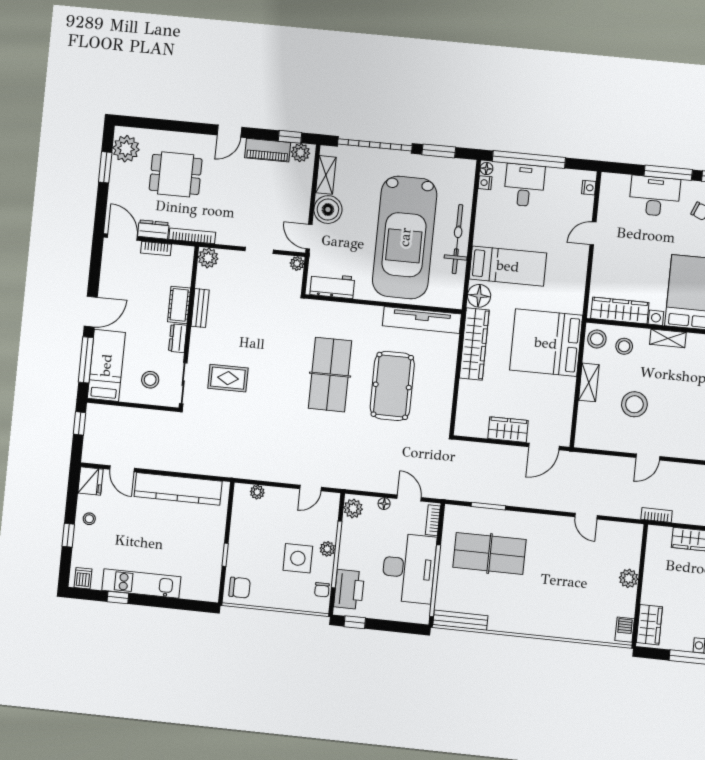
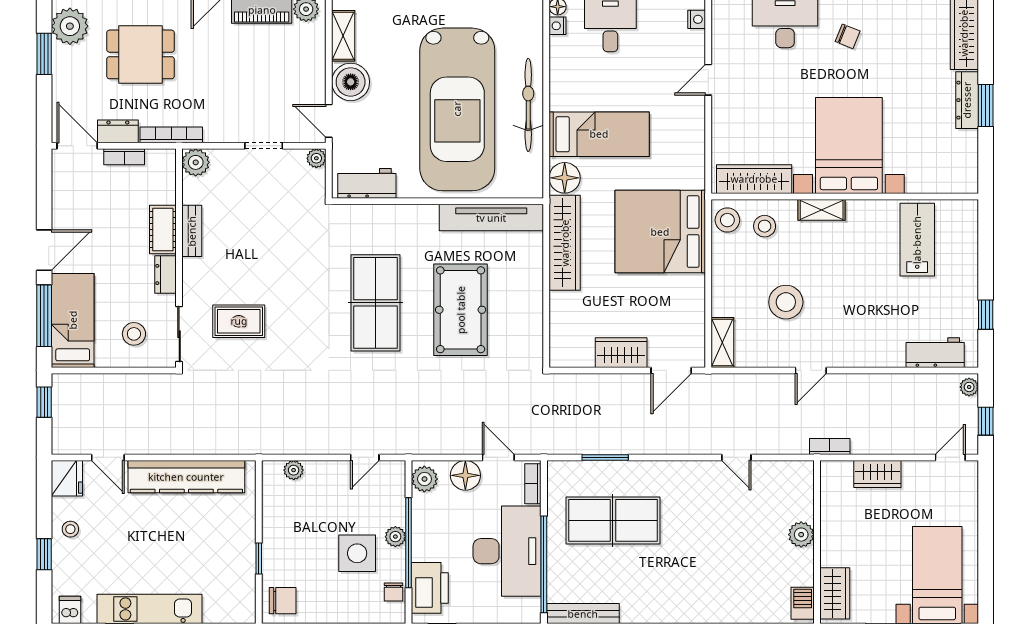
shelving: (589, 382) -> (722, 342), moved
floor lamp: (384, 504) -> (465, 475), width x1.89, depth x1.89

